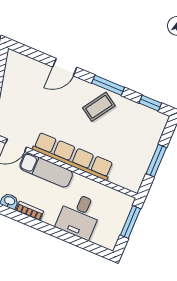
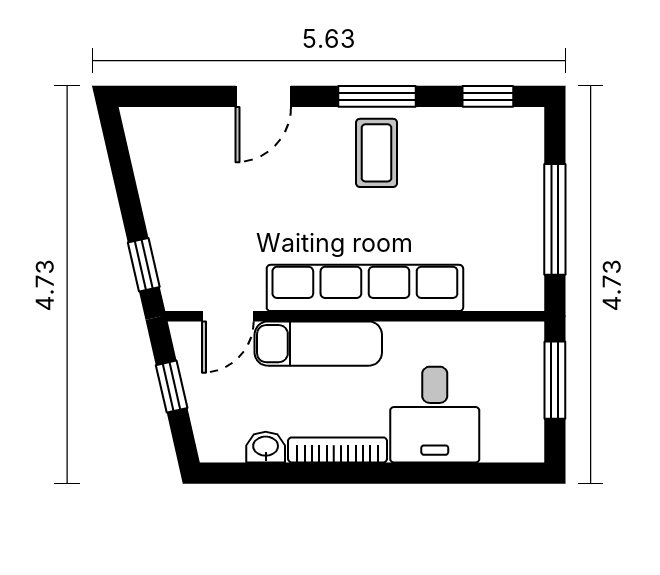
coffee table: (99, 107) -> (377, 153), turned -33
window: (156, 161) -> (555, 219), width x1.44
bookcase: (30, 211) -> (338, 450), width x1.56

